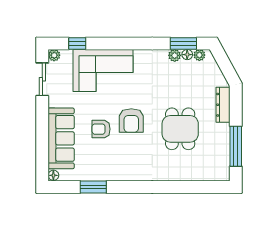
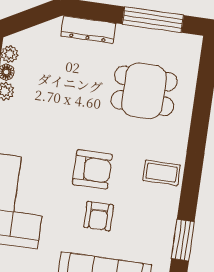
dining table: (180, 129) -> (144, 91), moved
coffee table: (136, 167) -> (162, 173), added

